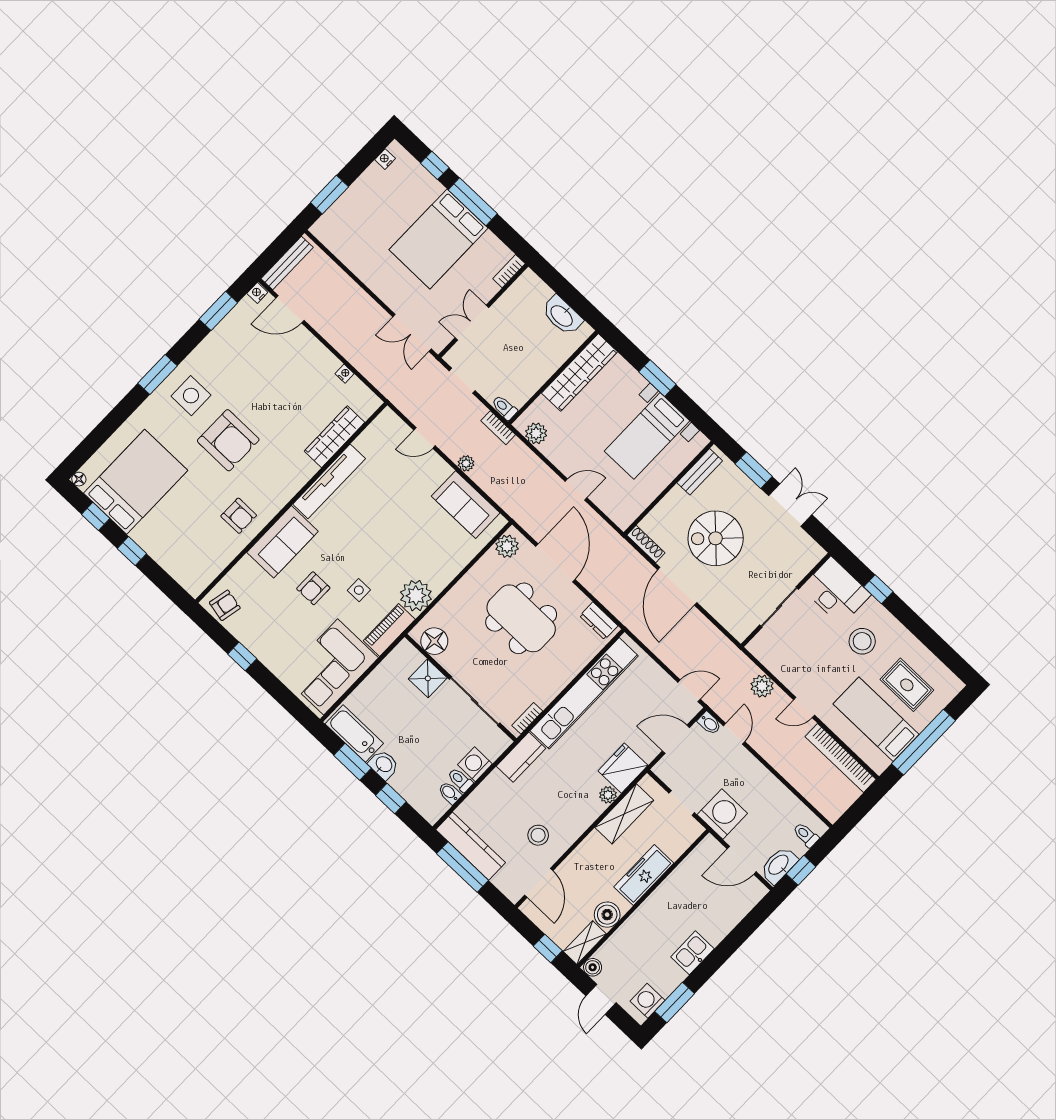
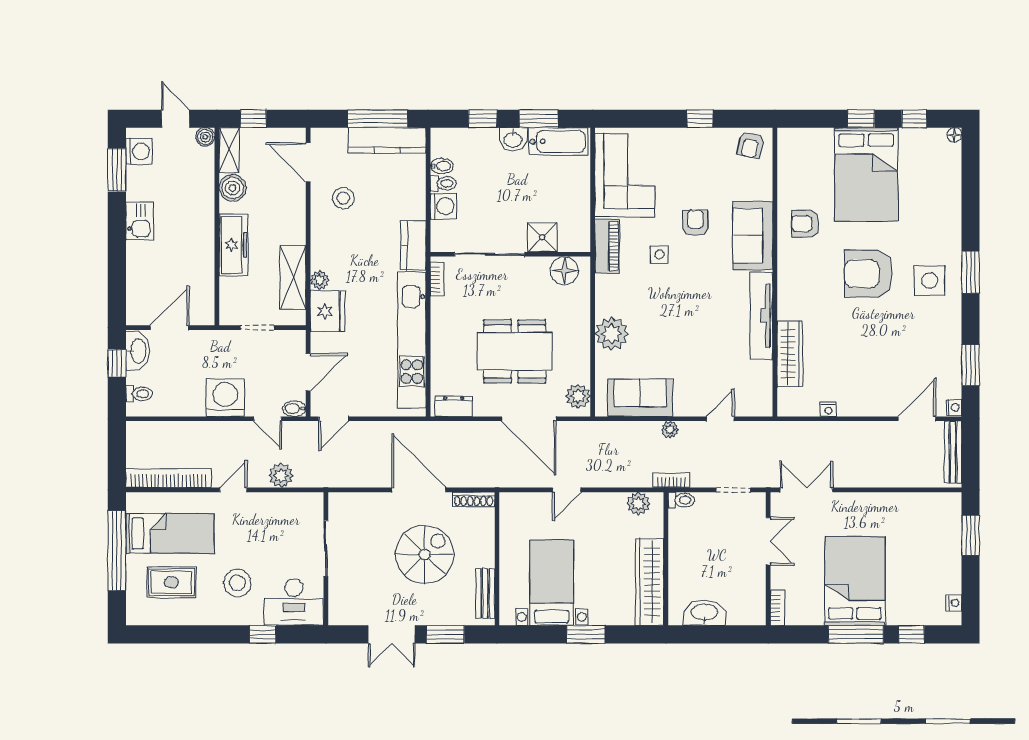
bed: (136, 482) -> (866, 174), moved
plant: (416, 596) -> (612, 334), moved
washing machine: (722, 814) -> (225, 398), moved, turned 180

